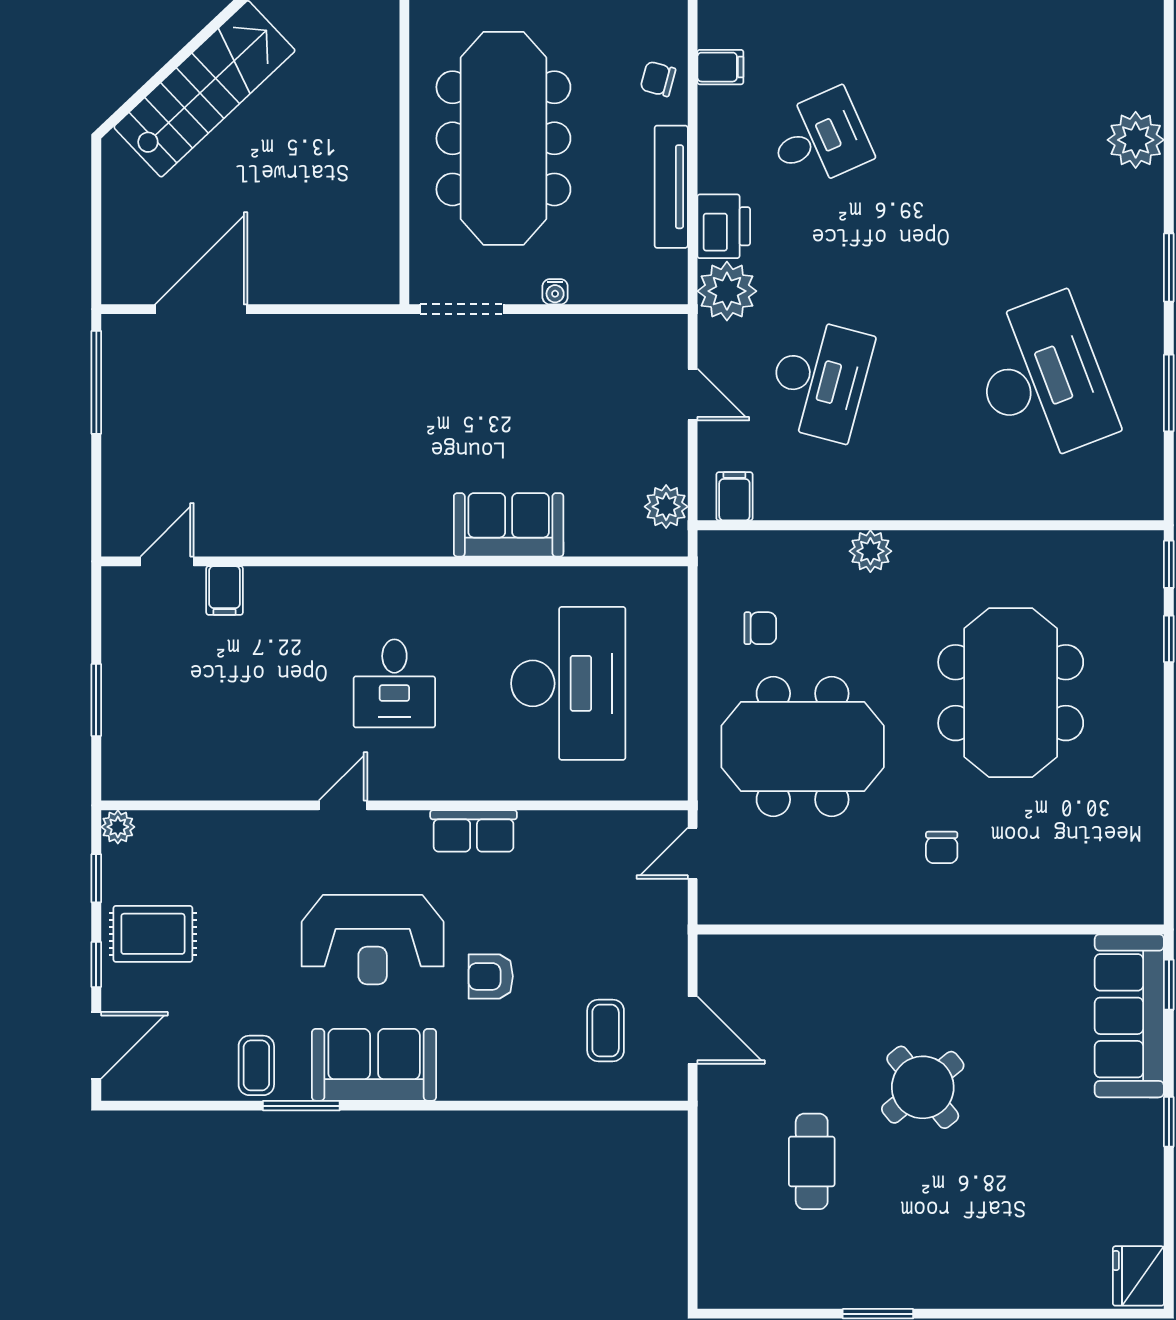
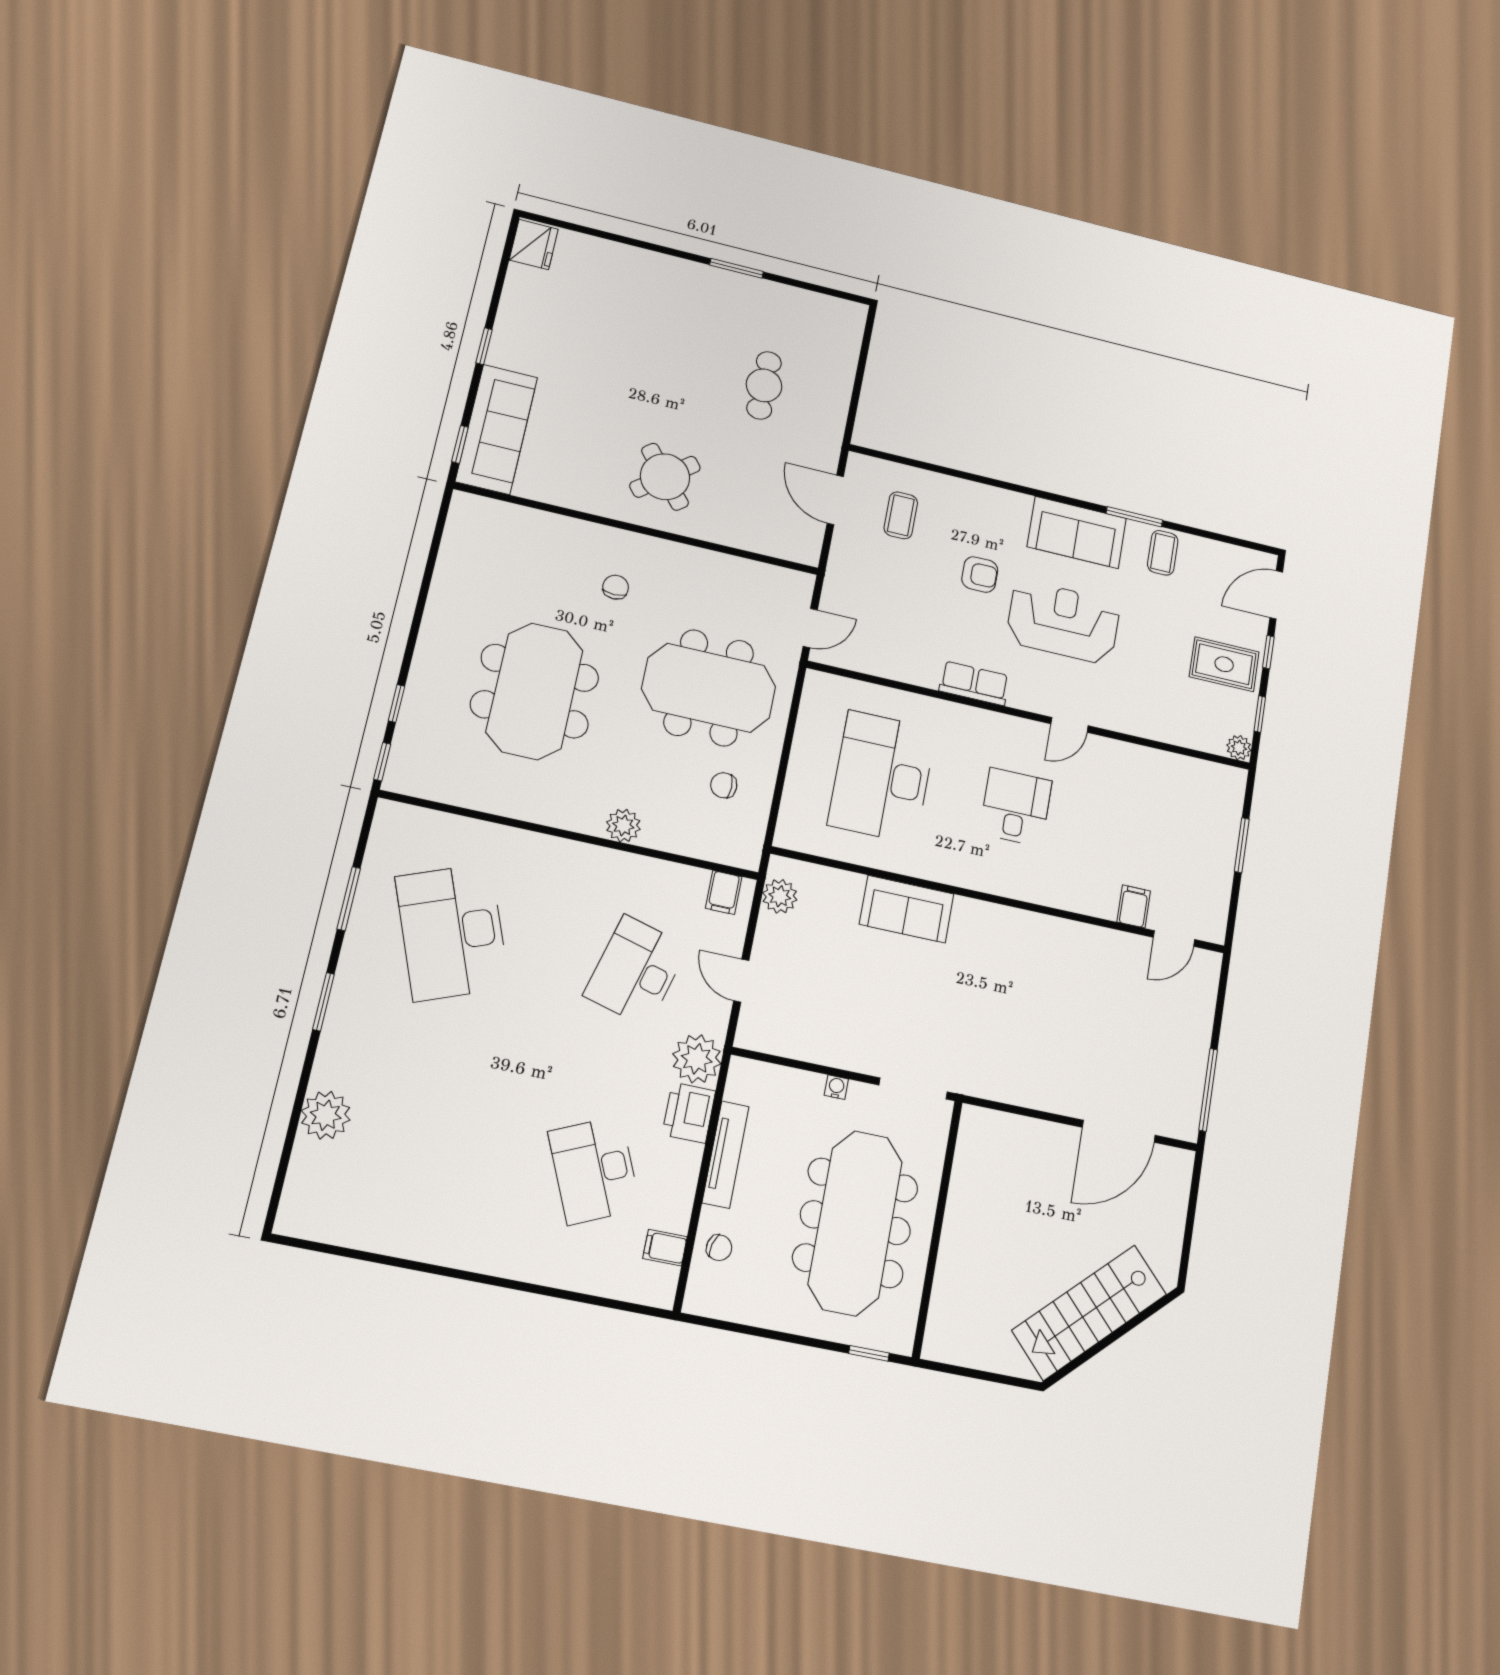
desk: (819, 139) -> (594, 1170), width x1.37
round table: (923, 1087) -> (665, 477), moved

